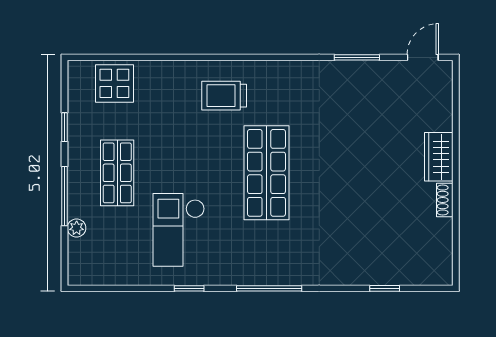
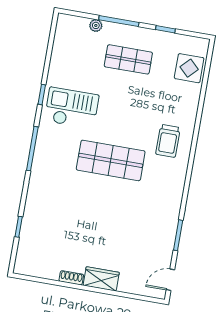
door: (423, 57) -> (170, 280), swing flipped
trolley: (224, 96) -> (168, 141), turned 180
checkout: (179, 230) -> (72, 108), moved

